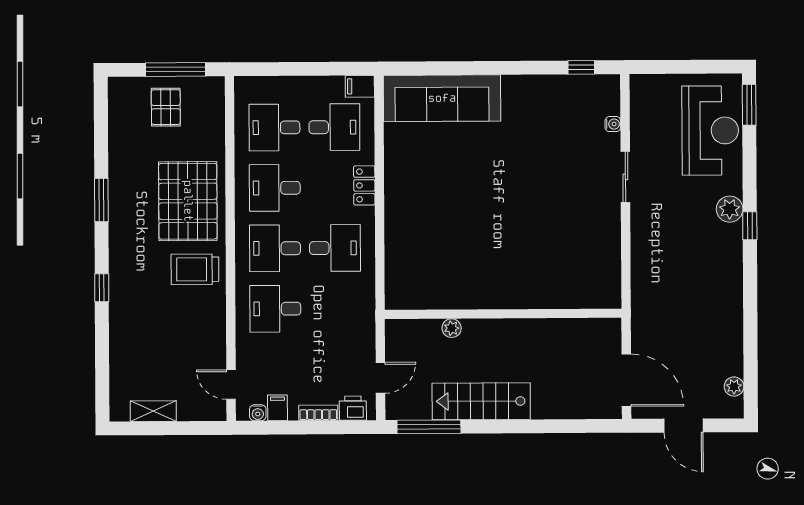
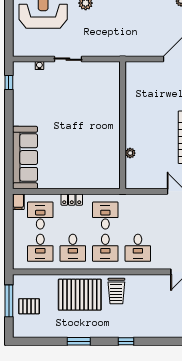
wall: (503, 314) -> (123, 125), moved
plant: (452, 328) -> (130, 153), moved

